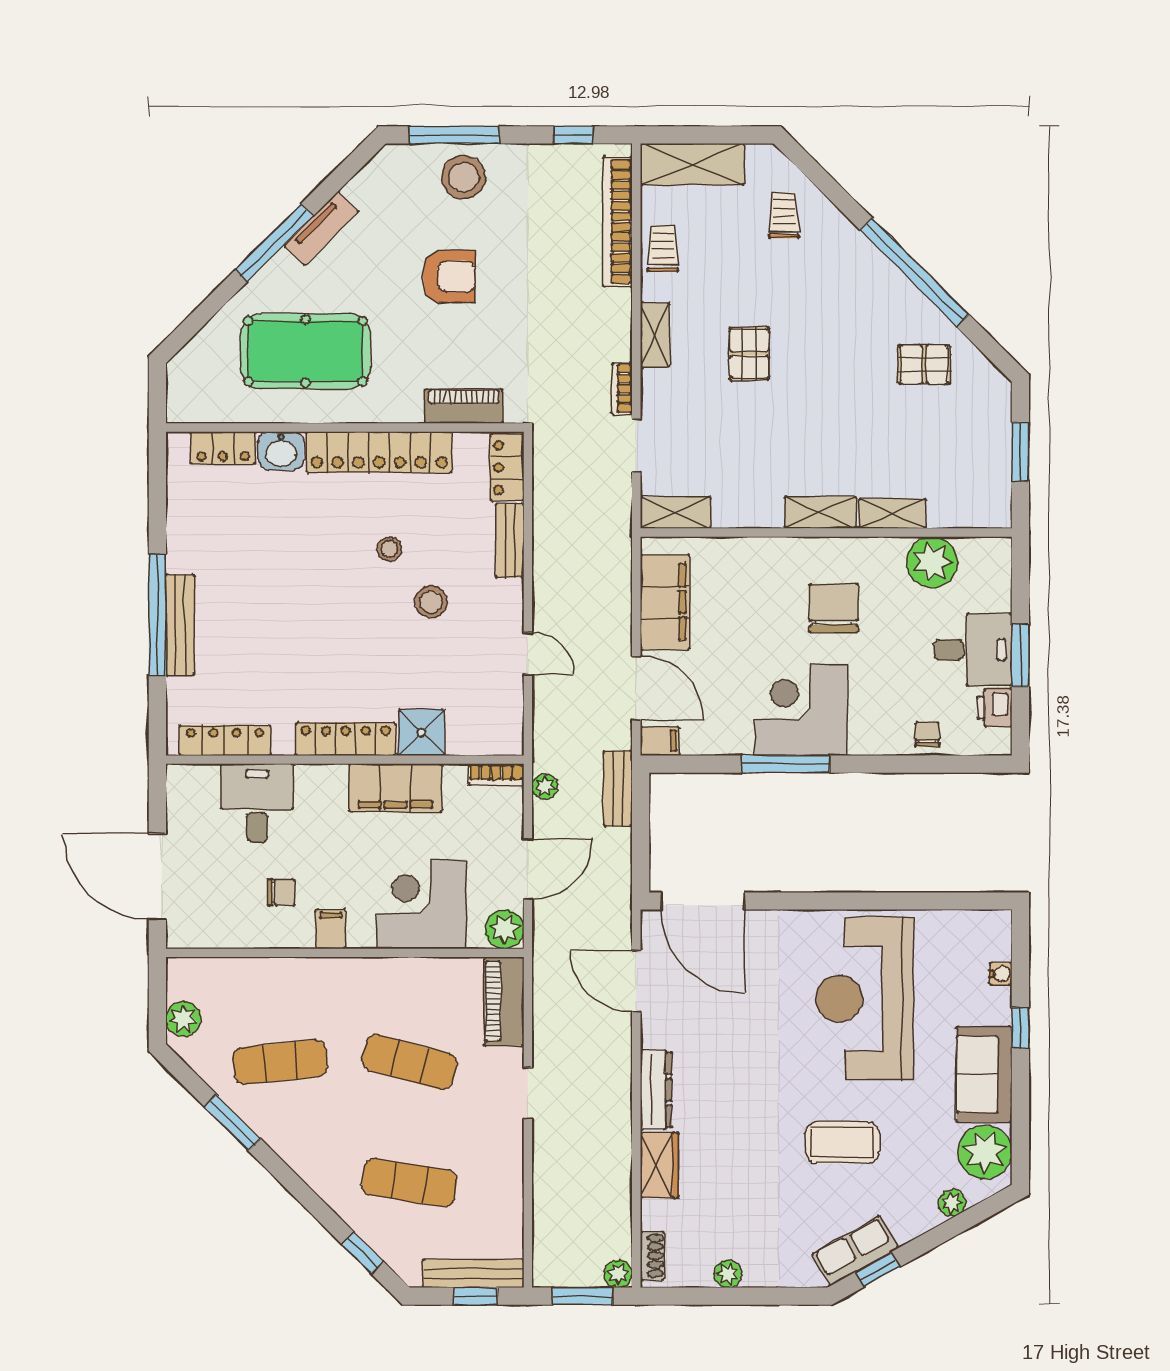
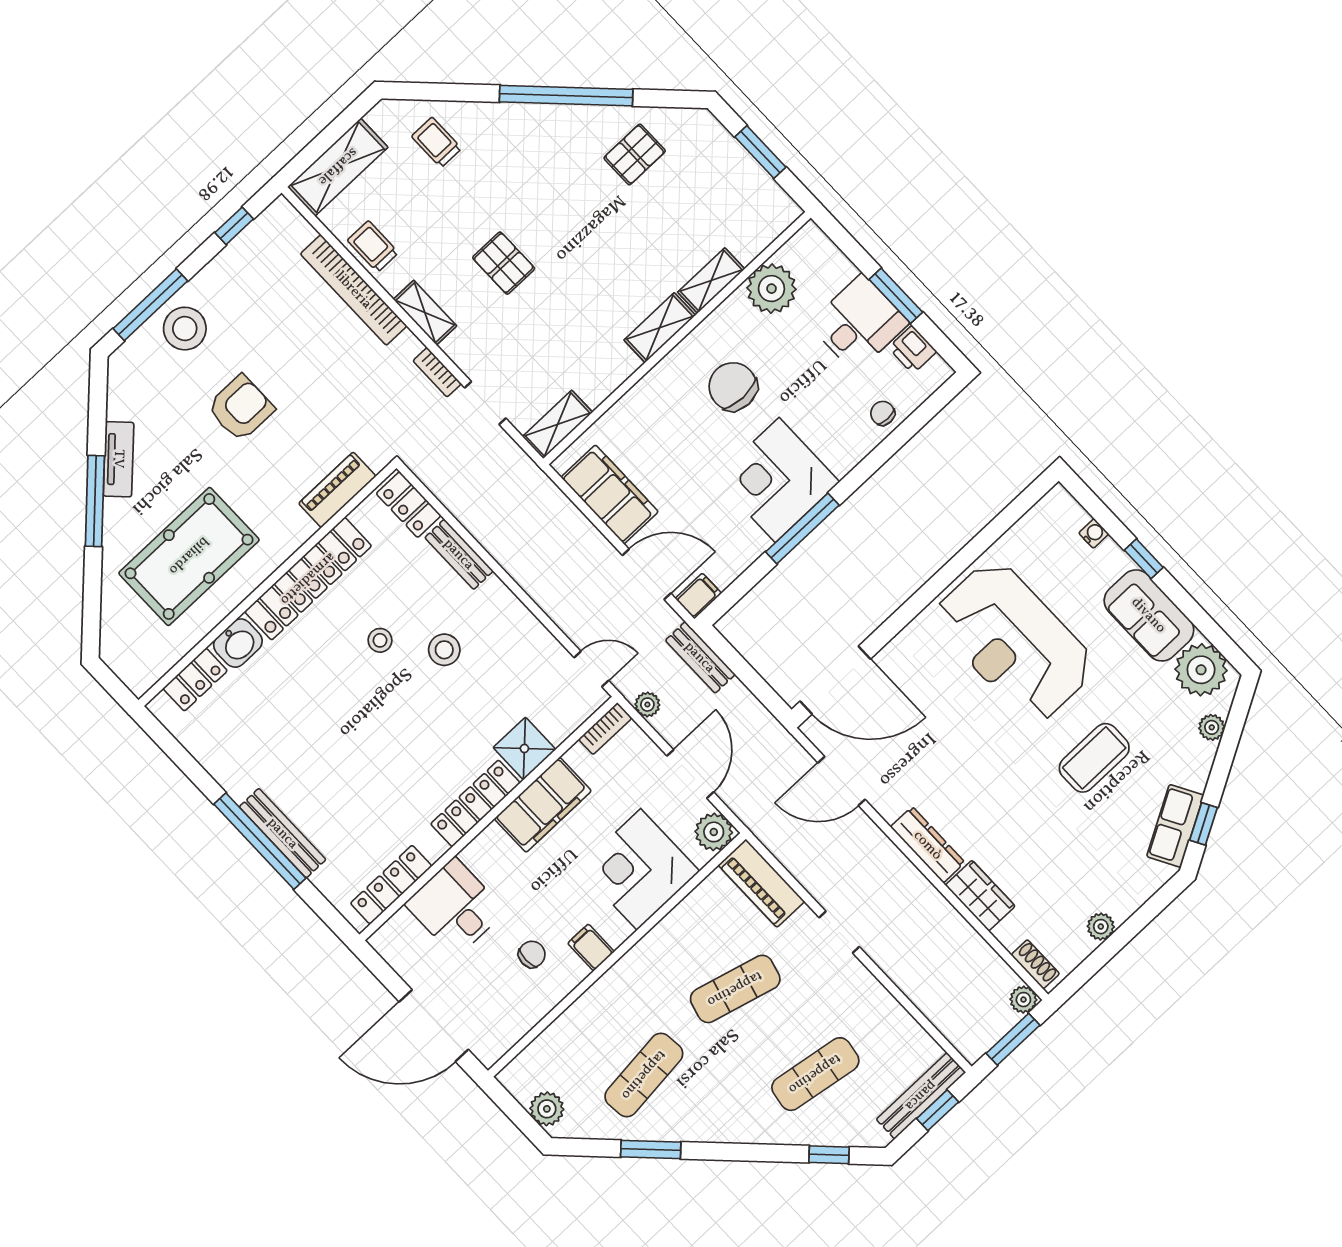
bookcase: (617, 222) -> (354, 290), moved
door: (528, 654) -> (591, 669), moved

